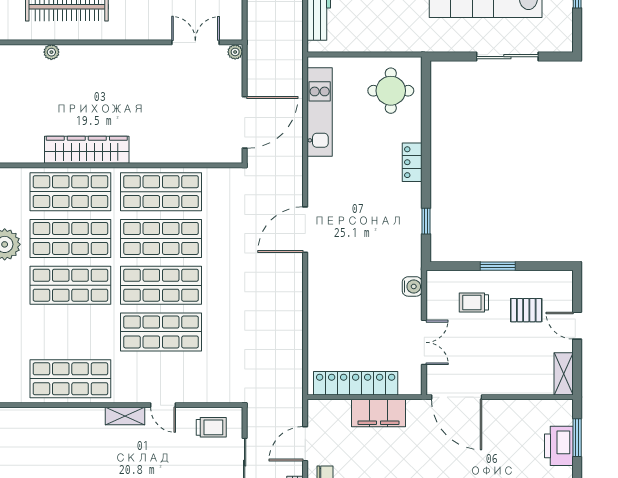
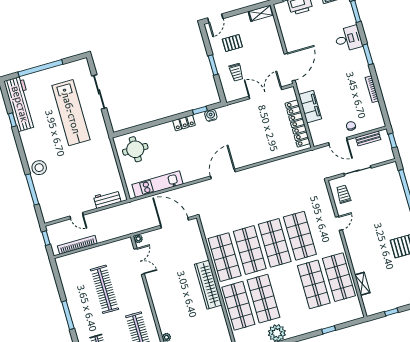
double door: (195, 42) -> (139, 261), swing flipped
wardrobe: (87, 150) -> (208, 285), moved
locker: (412, 162) -> (184, 123), moved
door: (305, 230) -> (223, 174), swing flipped
shop shelf: (70, 285) -> (314, 284), moved
water cooler: (412, 286) -> (211, 115), moved
pallet: (526, 310) -> (232, 43), turned 90
door: (577, 326) -> (215, 18), moved
double door: (424, 342) -> (265, 93), width x1.37
shelving: (125, 416) -> (362, 284), moved

